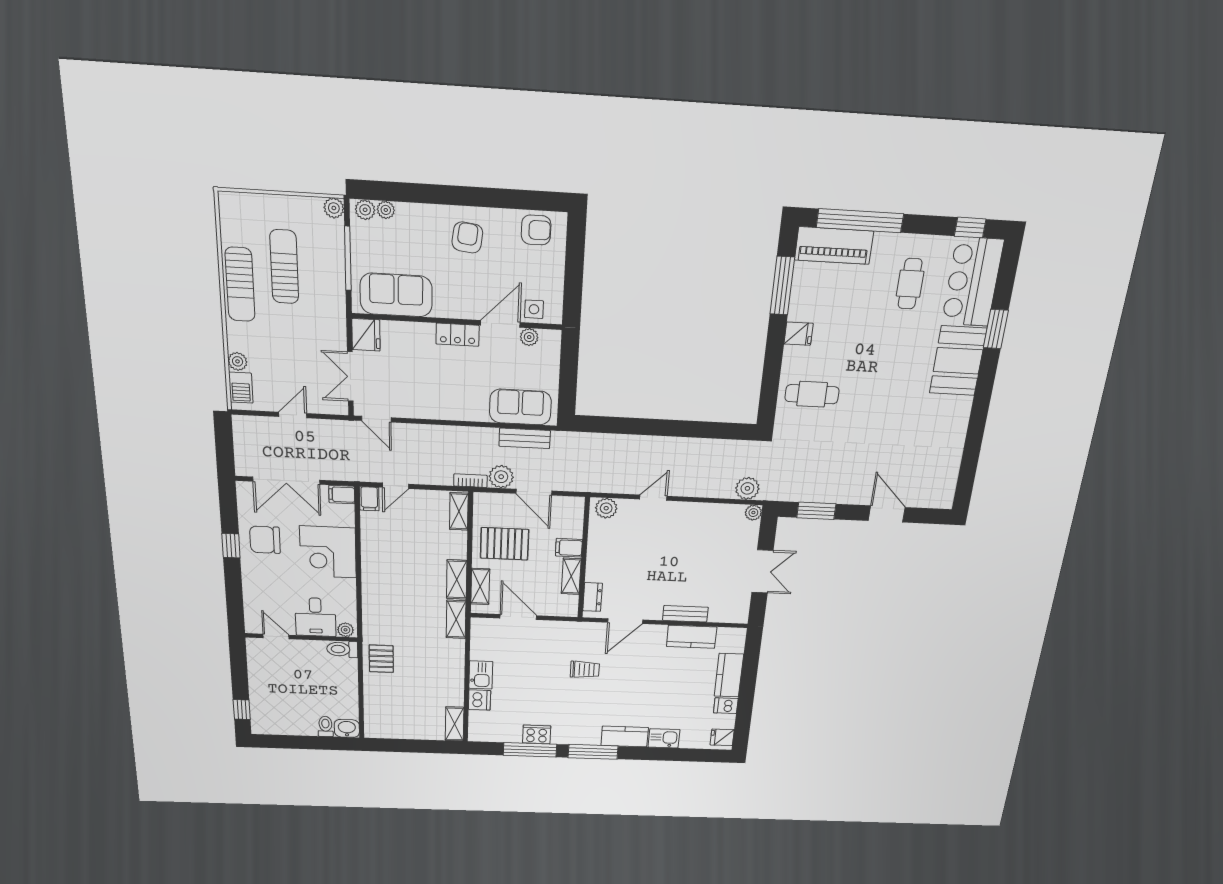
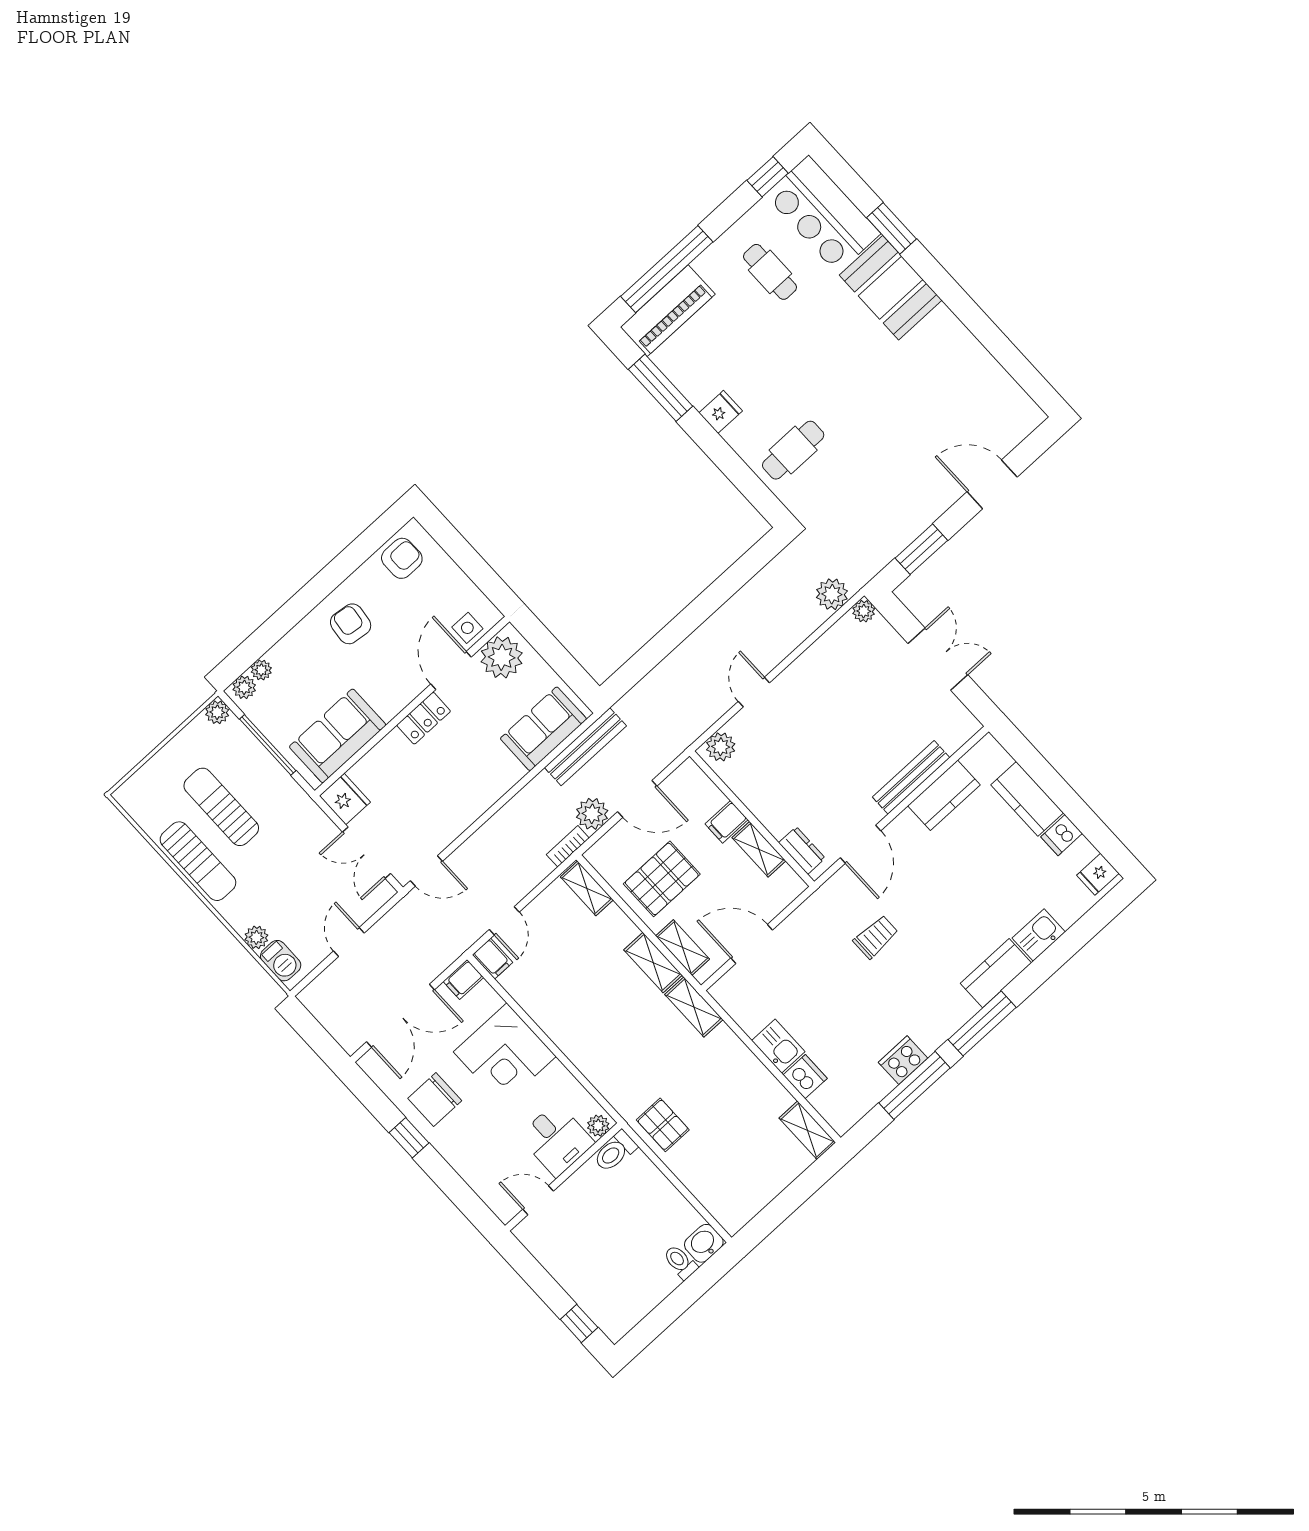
plant: (529, 337) -> (502, 657), width x1.88, depth x1.88
bench: (525, 438) -> (585, 747), width x1.36
bench: (685, 614) -> (911, 777), width x1.36

